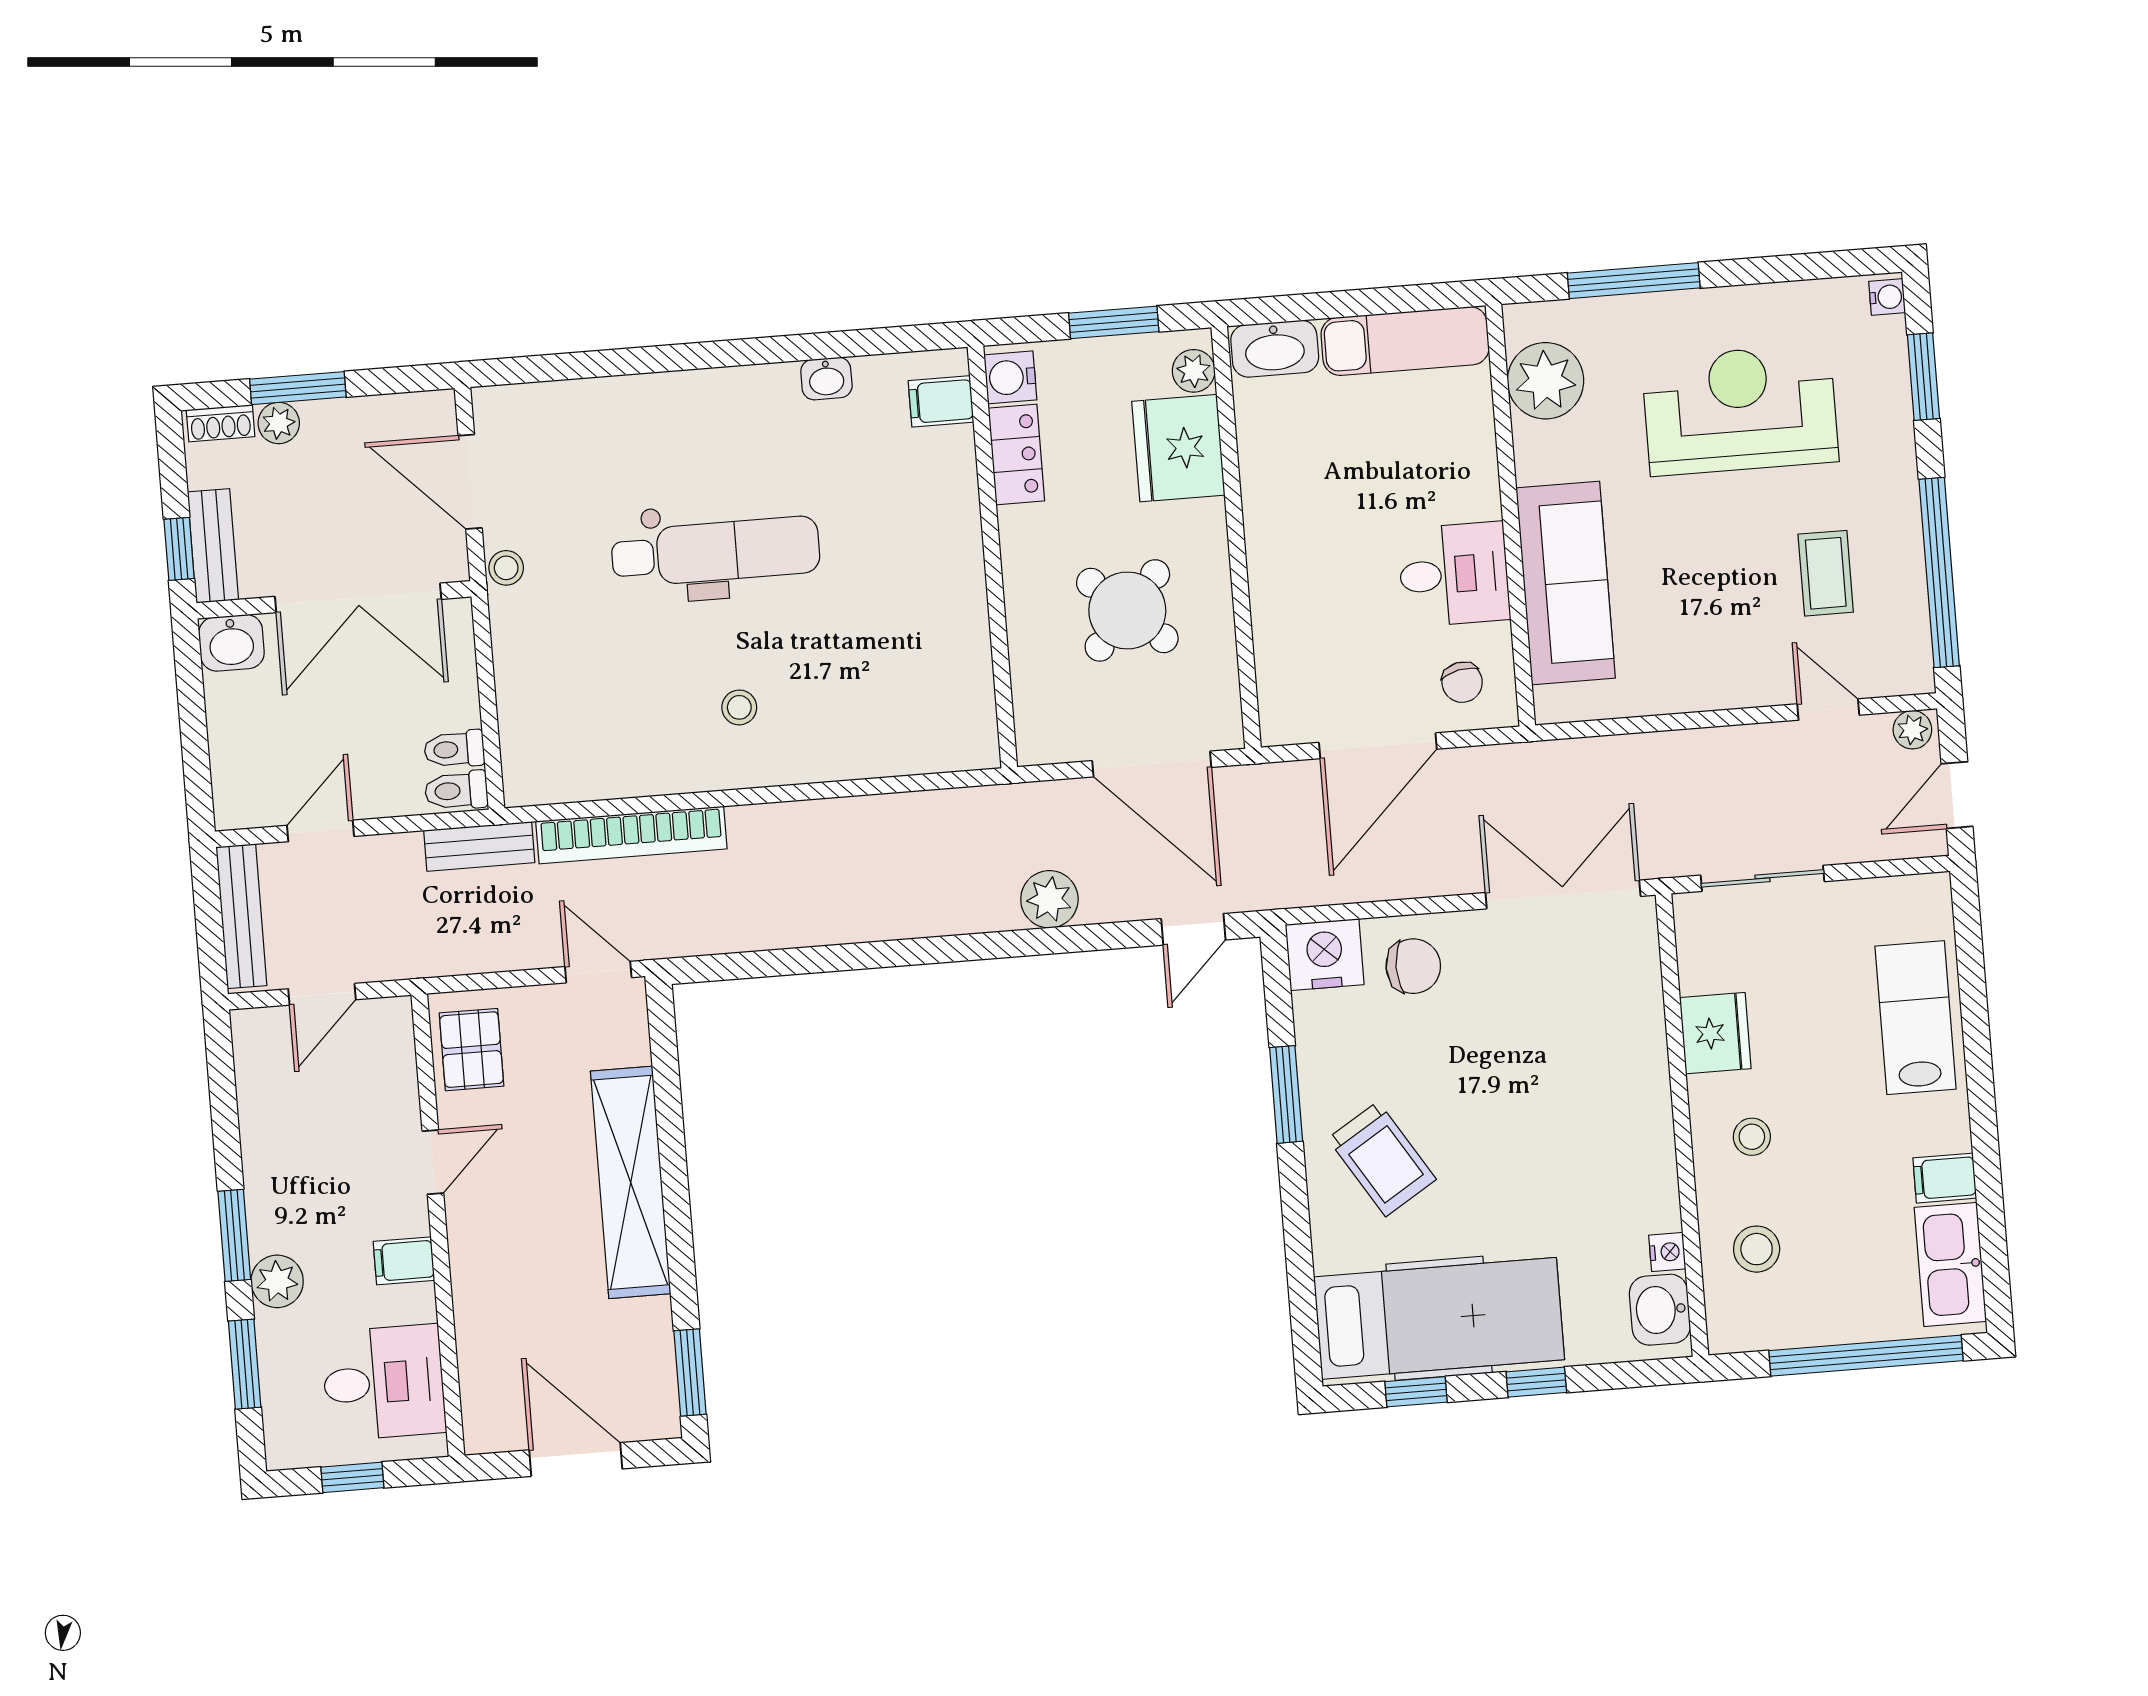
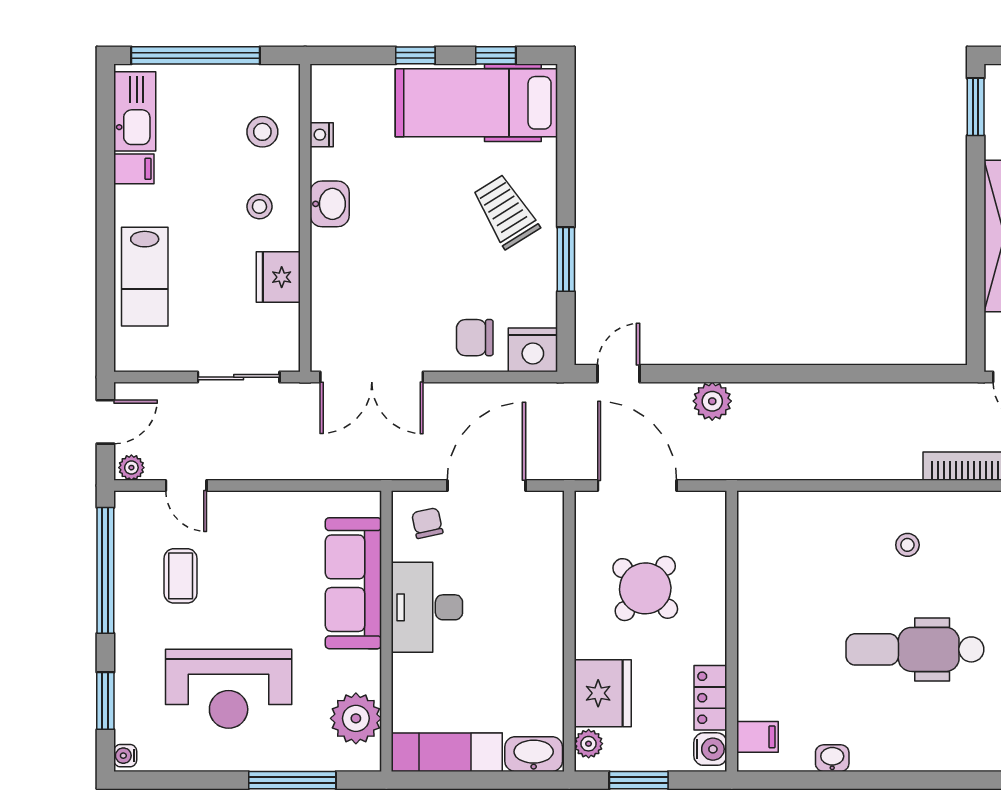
desk: (1454, 574) -> (427, 607), width x1.37
washbasin: (1660, 1310) -> (330, 204), moved

